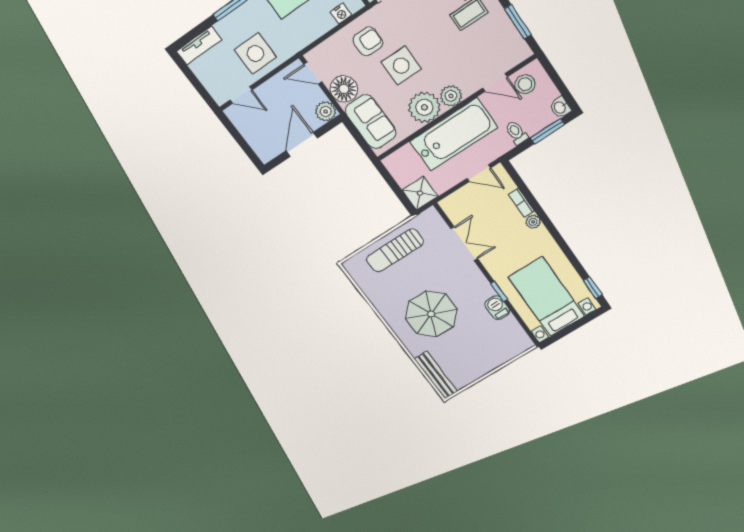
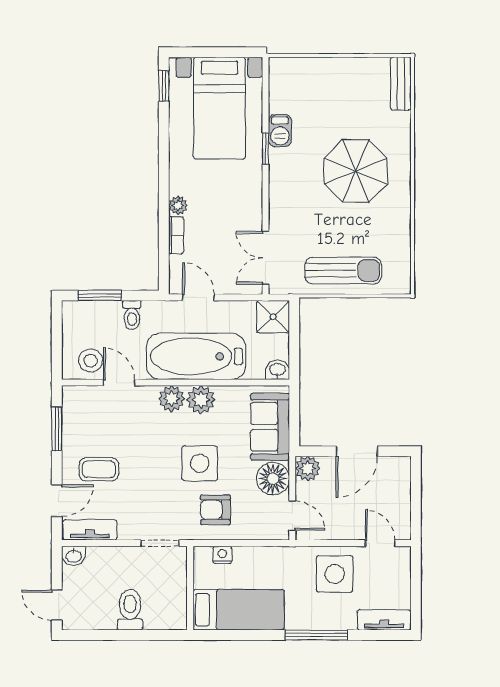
plant: (424, 107) -> (201, 400), width x0.73, depth x0.73
washbasin: (560, 107) -> (277, 370), moved, turned -90
double door: (464, 244) -> (266, 258), moved
bench: (436, 375) -> (401, 84), width x0.73

